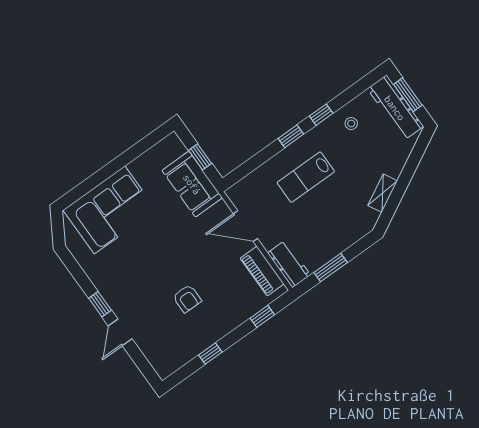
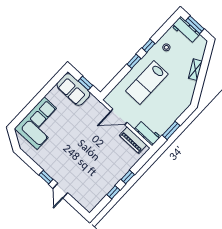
workbench: (395, 108) -> (186, 30), width x0.73
lab bench: (306, 177) -> (147, 83), width x1.36, depth x1.39
sofa: (192, 184) -> (73, 89), moved
shelving: (383, 193) -> (195, 70), moved
armchair: (187, 299) -> (94, 164), removed
window: (262, 316) -> (128, 177), moved

